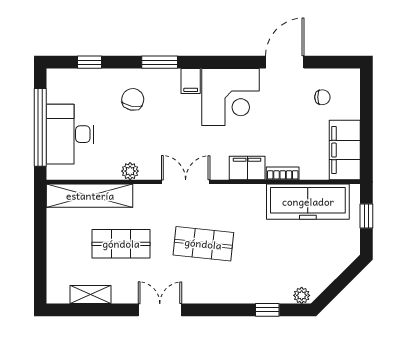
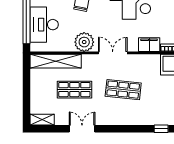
plant: (130, 171) -> (84, 42), width x1.88, depth x1.88
shelving: (91, 295) -> (42, 120), moved
double door: (160, 310) -> (82, 129), moved

